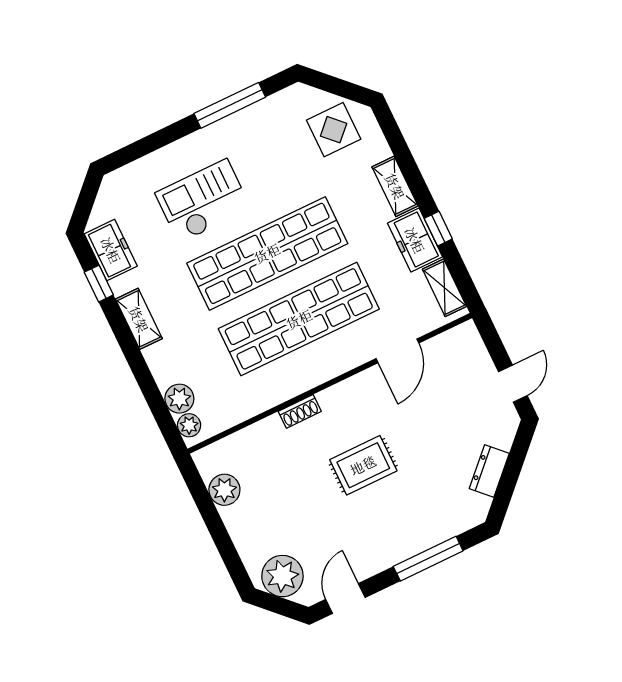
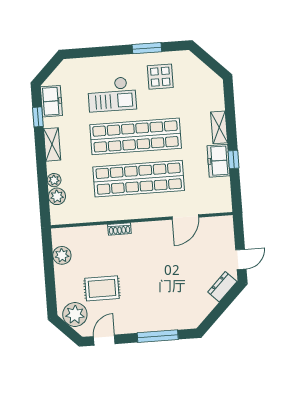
window: (230, 105) -> (147, 48), width x0.69
display table: (334, 130) -> (160, 77), moved
checkout: (203, 201) -> (112, 94), turned 180
shelving: (444, 288) -> (224, 193), removed
plant: (189, 425) -> (54, 180), moved
rug: (363, 465) -> (102, 288), moved
dresser: (489, 471) -> (222, 287), moved

